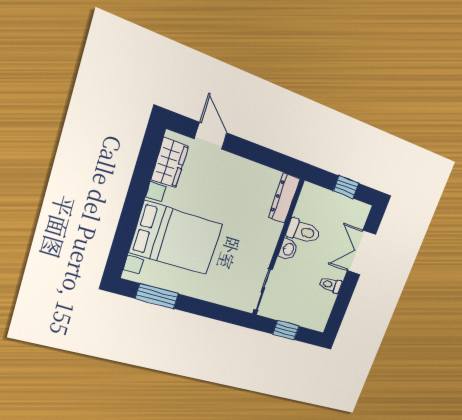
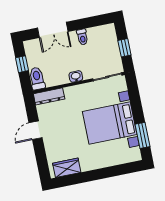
door: (211, 136) -> (36, 130), moved
toilet: (303, 231) -> (37, 79), moved
bed with nightstands: (176, 238) -> (110, 123), moved, turned -90

